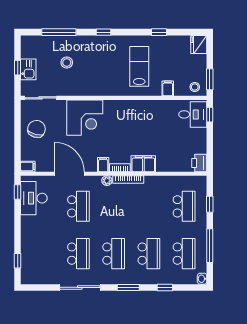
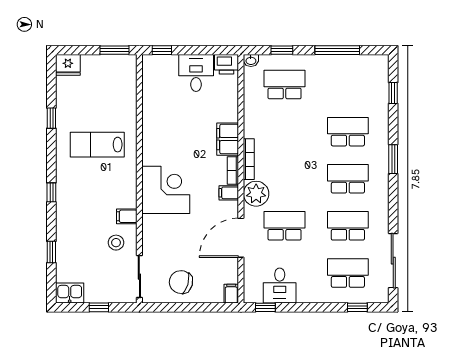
window: (59, 32) -> (51, 252), width x0.46
stool: (67, 63) -> (116, 243), moved
kitchen sink: (28, 69) -> (70, 293), moved
stool: (195, 87) -> (125, 70), removed
filing cabinet: (168, 88) -> (127, 216), moved
desk: (193, 114) -> (196, 73), moved
corner desk: (85, 118) -> (166, 190), moved
plant: (107, 181) -> (256, 194), width x1.88, depth x1.88
desk: (34, 198) -> (280, 286), width x0.73
school desk: (184, 254) -> (348, 273), moved
washbasin: (202, 279) -> (251, 60), moved
sliding door: (80, 287) -> (393, 261), moved
window: (165, 287) -> (393, 93), moved

